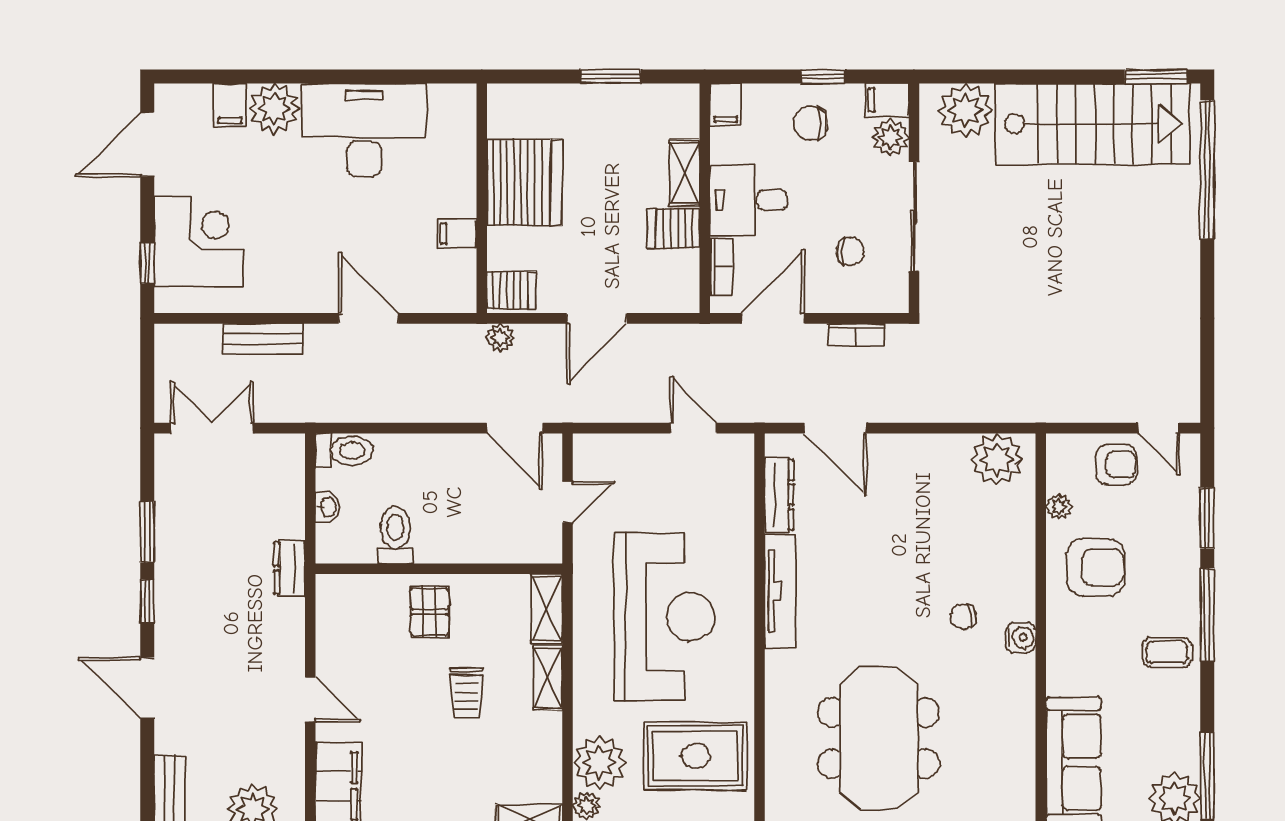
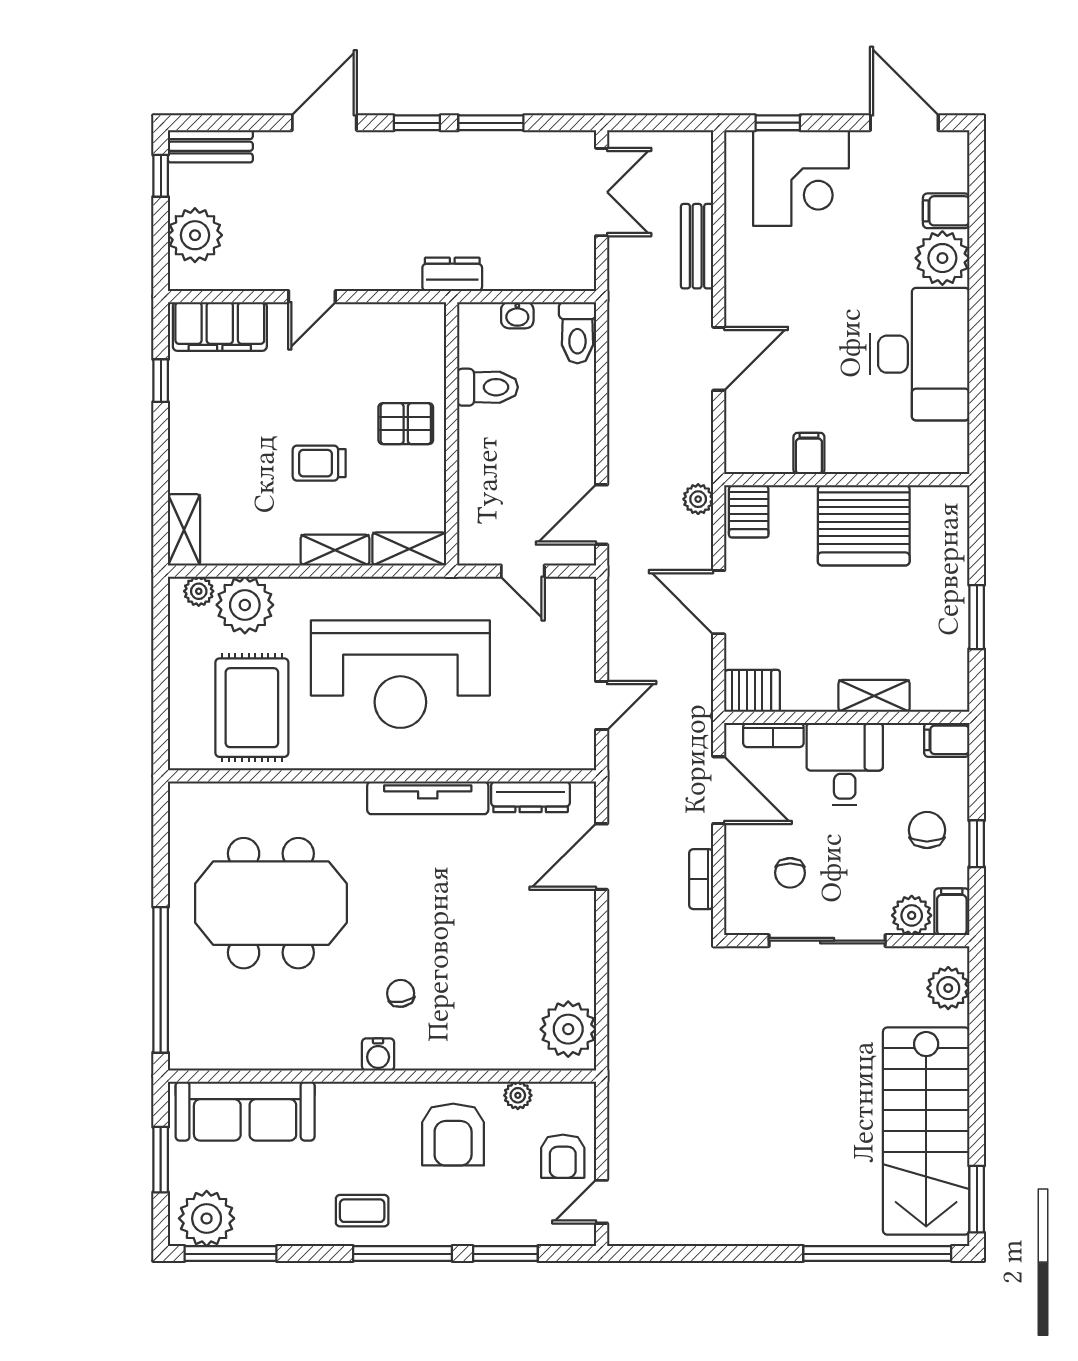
plant: (966, 110) -> (948, 988), width x0.73, depth x0.73
server rack: (673, 229) -> (752, 691), moved, turned 90
coffee table: (1167, 653) -> (362, 1211), turned 90

